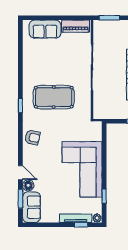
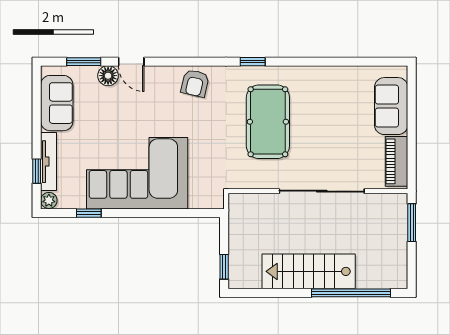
door: (20, 173) -> (131, 62), hinge flipped
sofa: (32, 207) -> (57, 103), moved, turned -90

